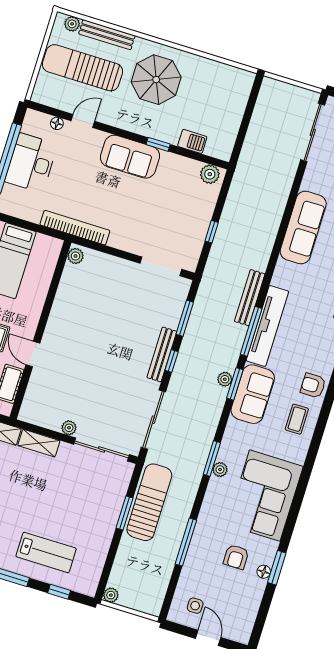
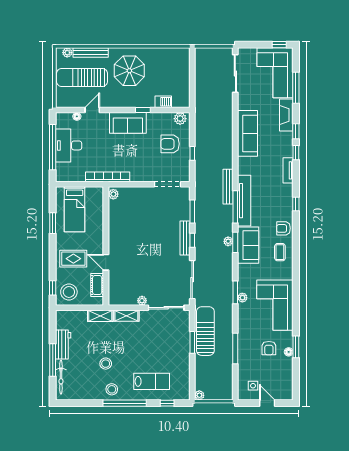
armchair: (183, 207) -> (170, 144), added

